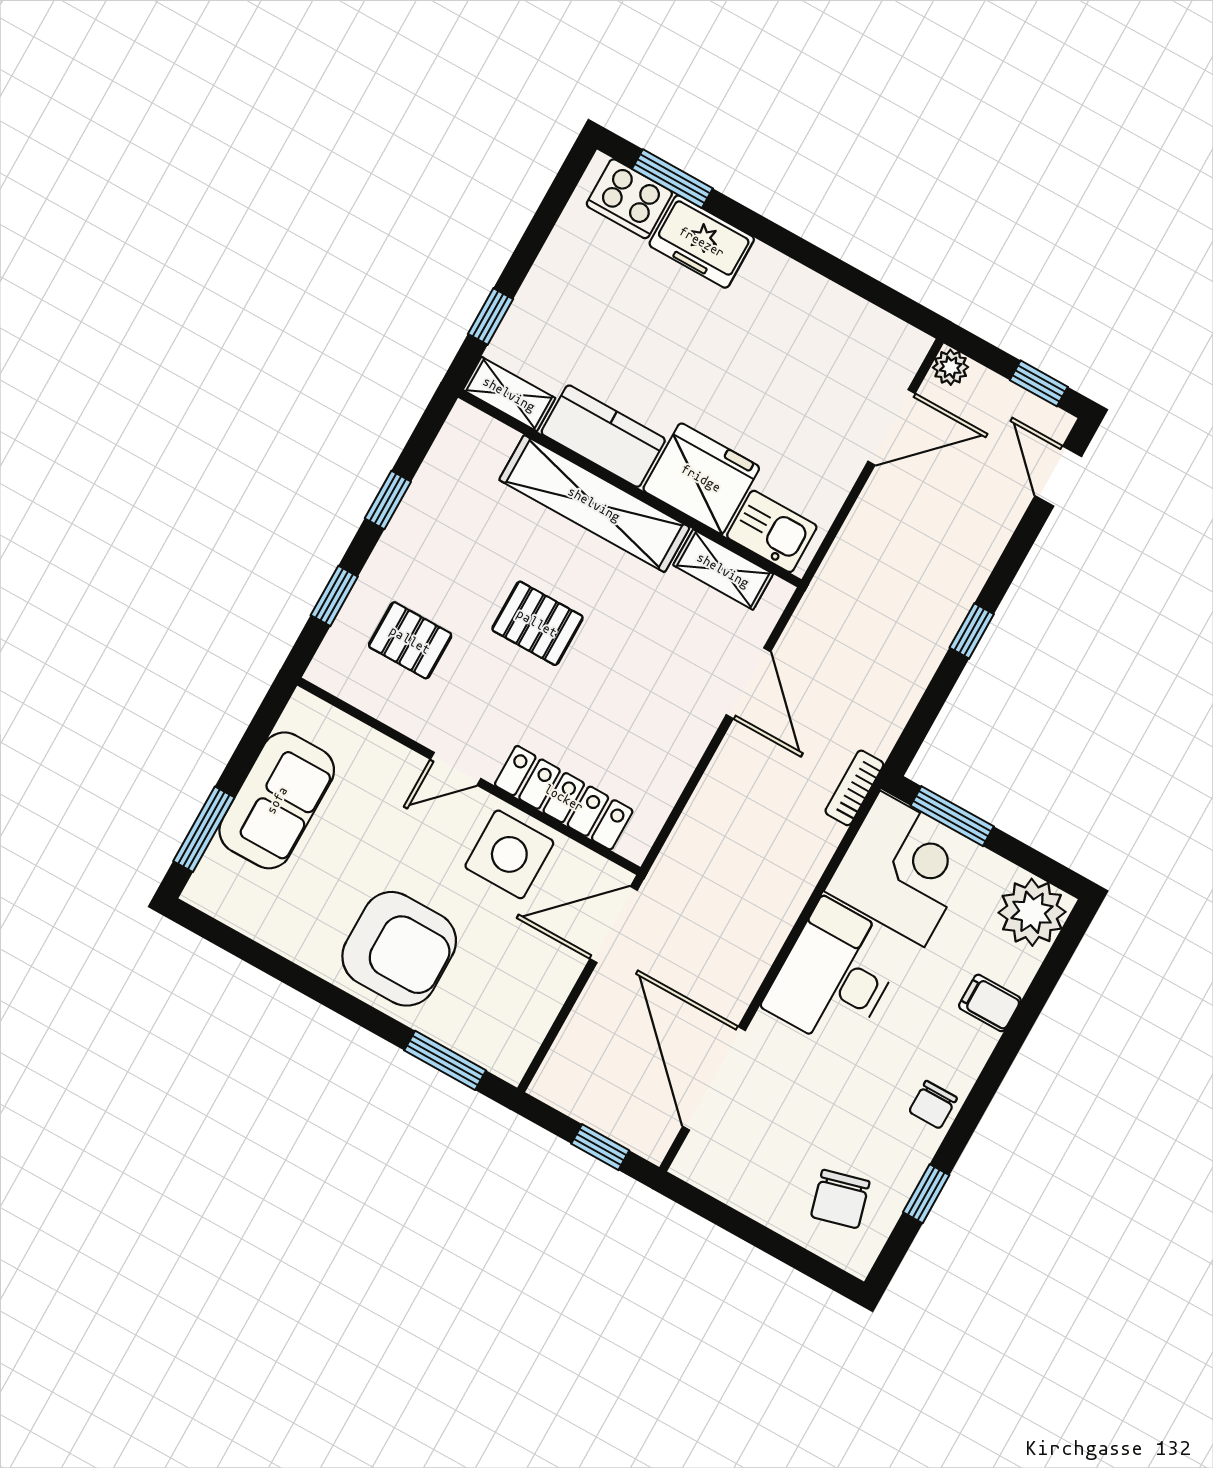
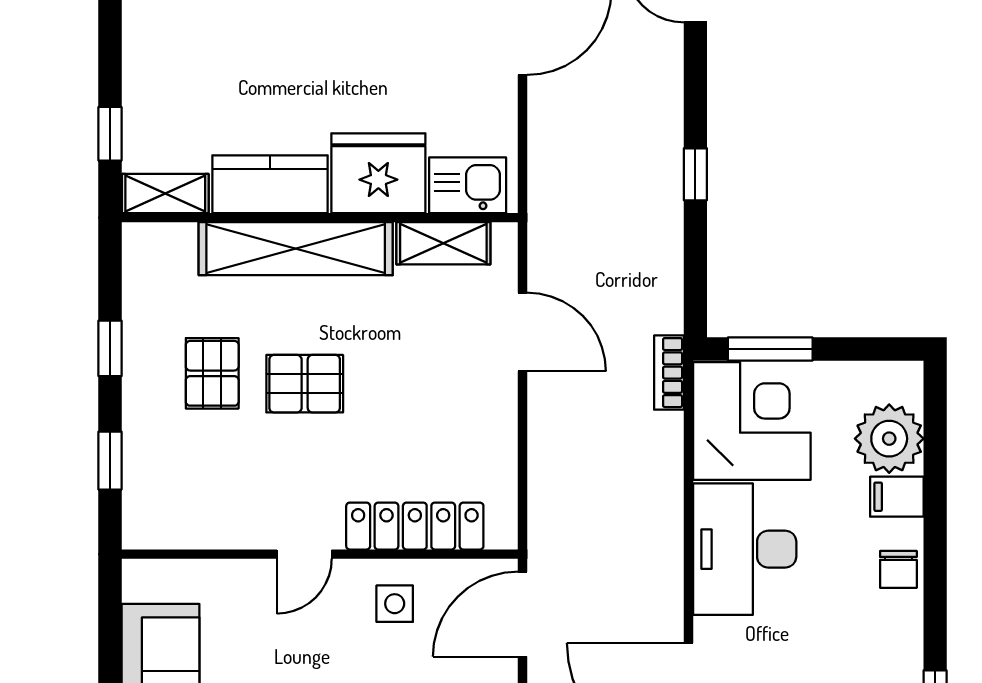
pallet: (410, 640) -> (212, 373), moved, turned 90
side table: (509, 854) -> (395, 604), width x0.54, depth x0.54
plant: (1032, 912) -> (889, 439), moved
chair: (933, 1105) -> (898, 569), moved

